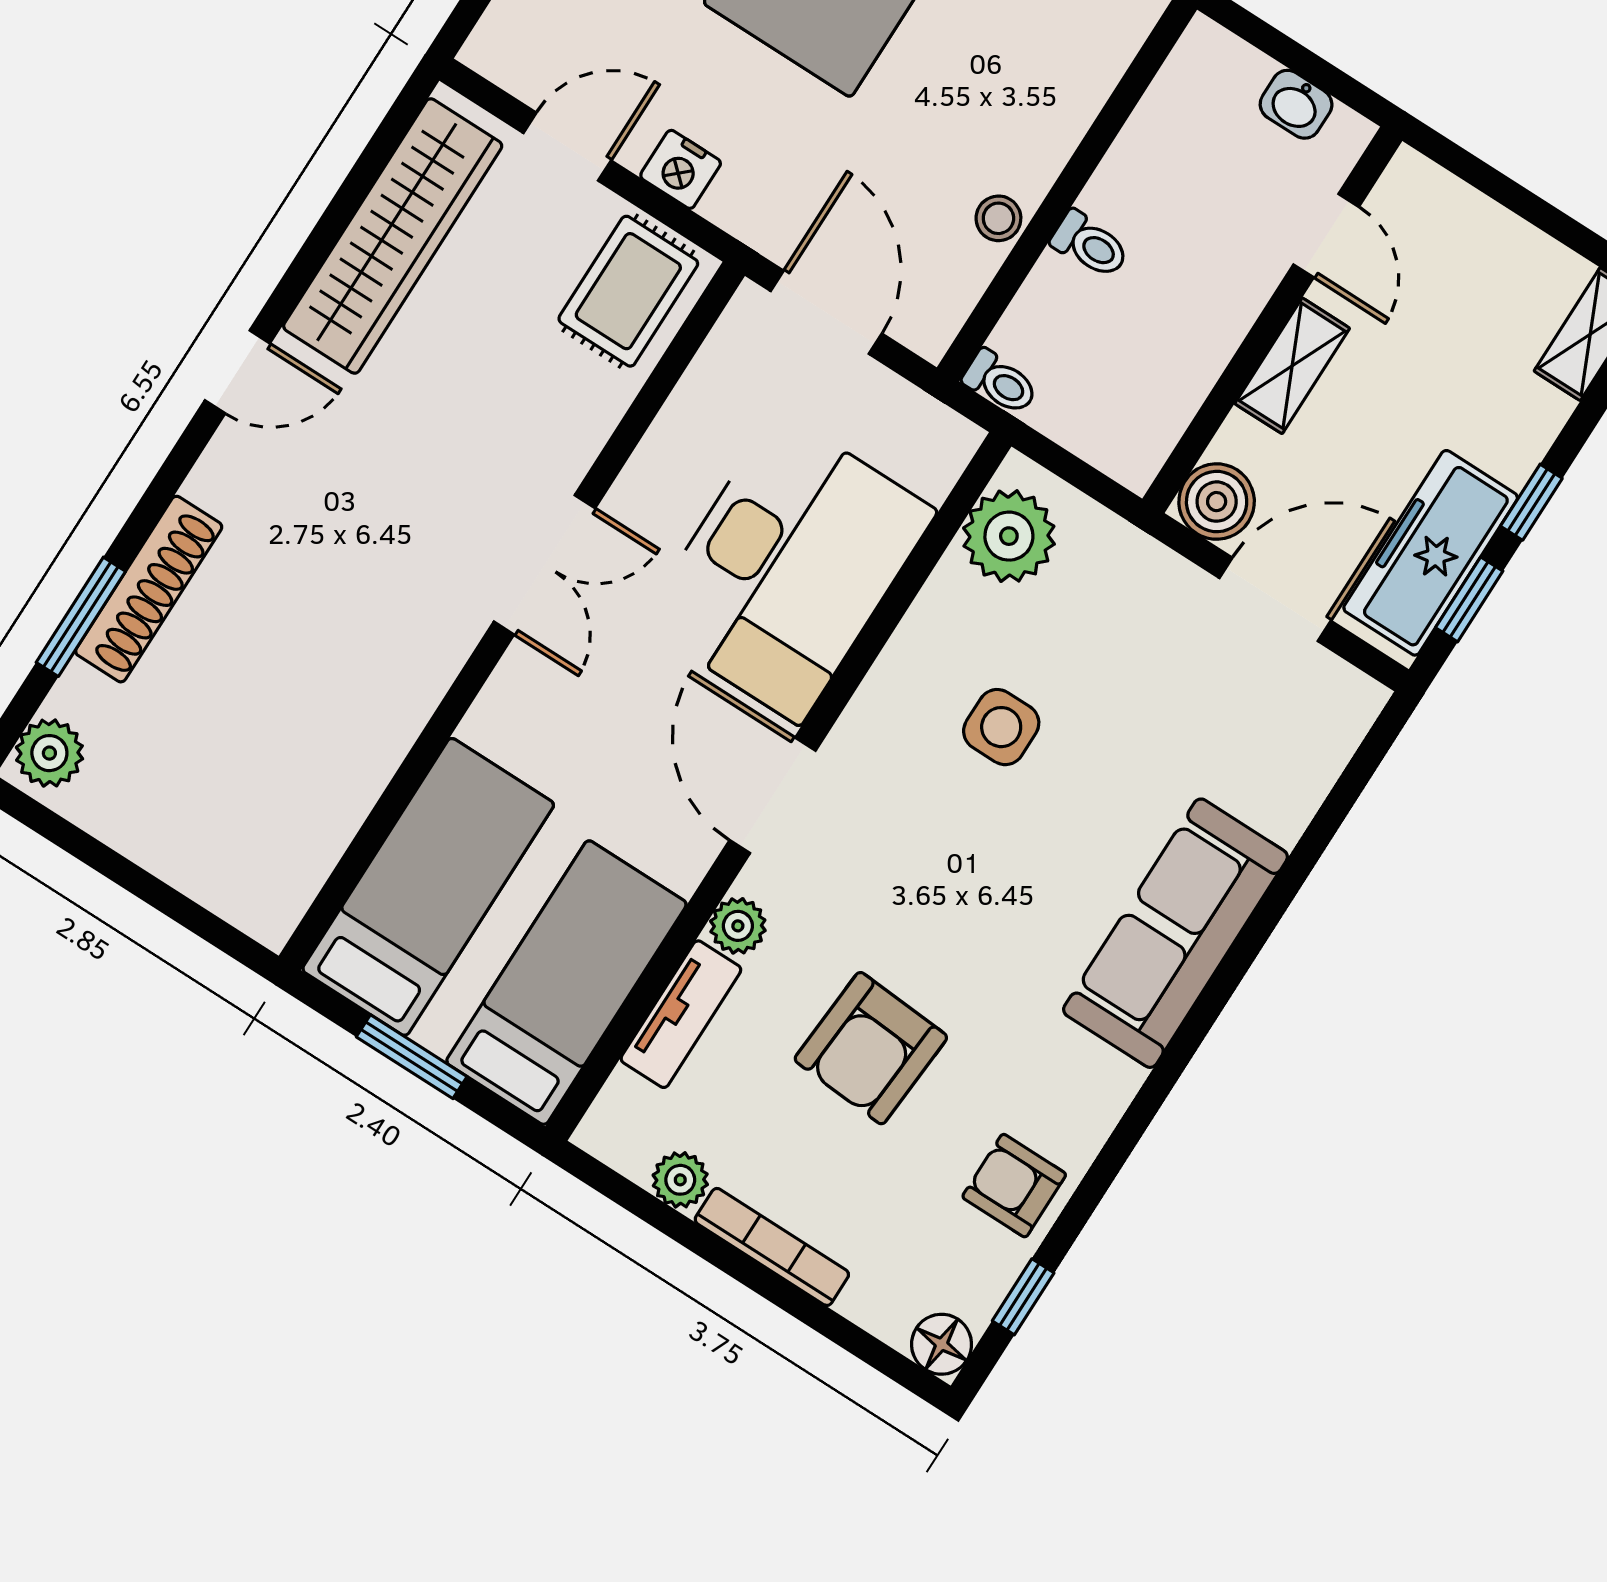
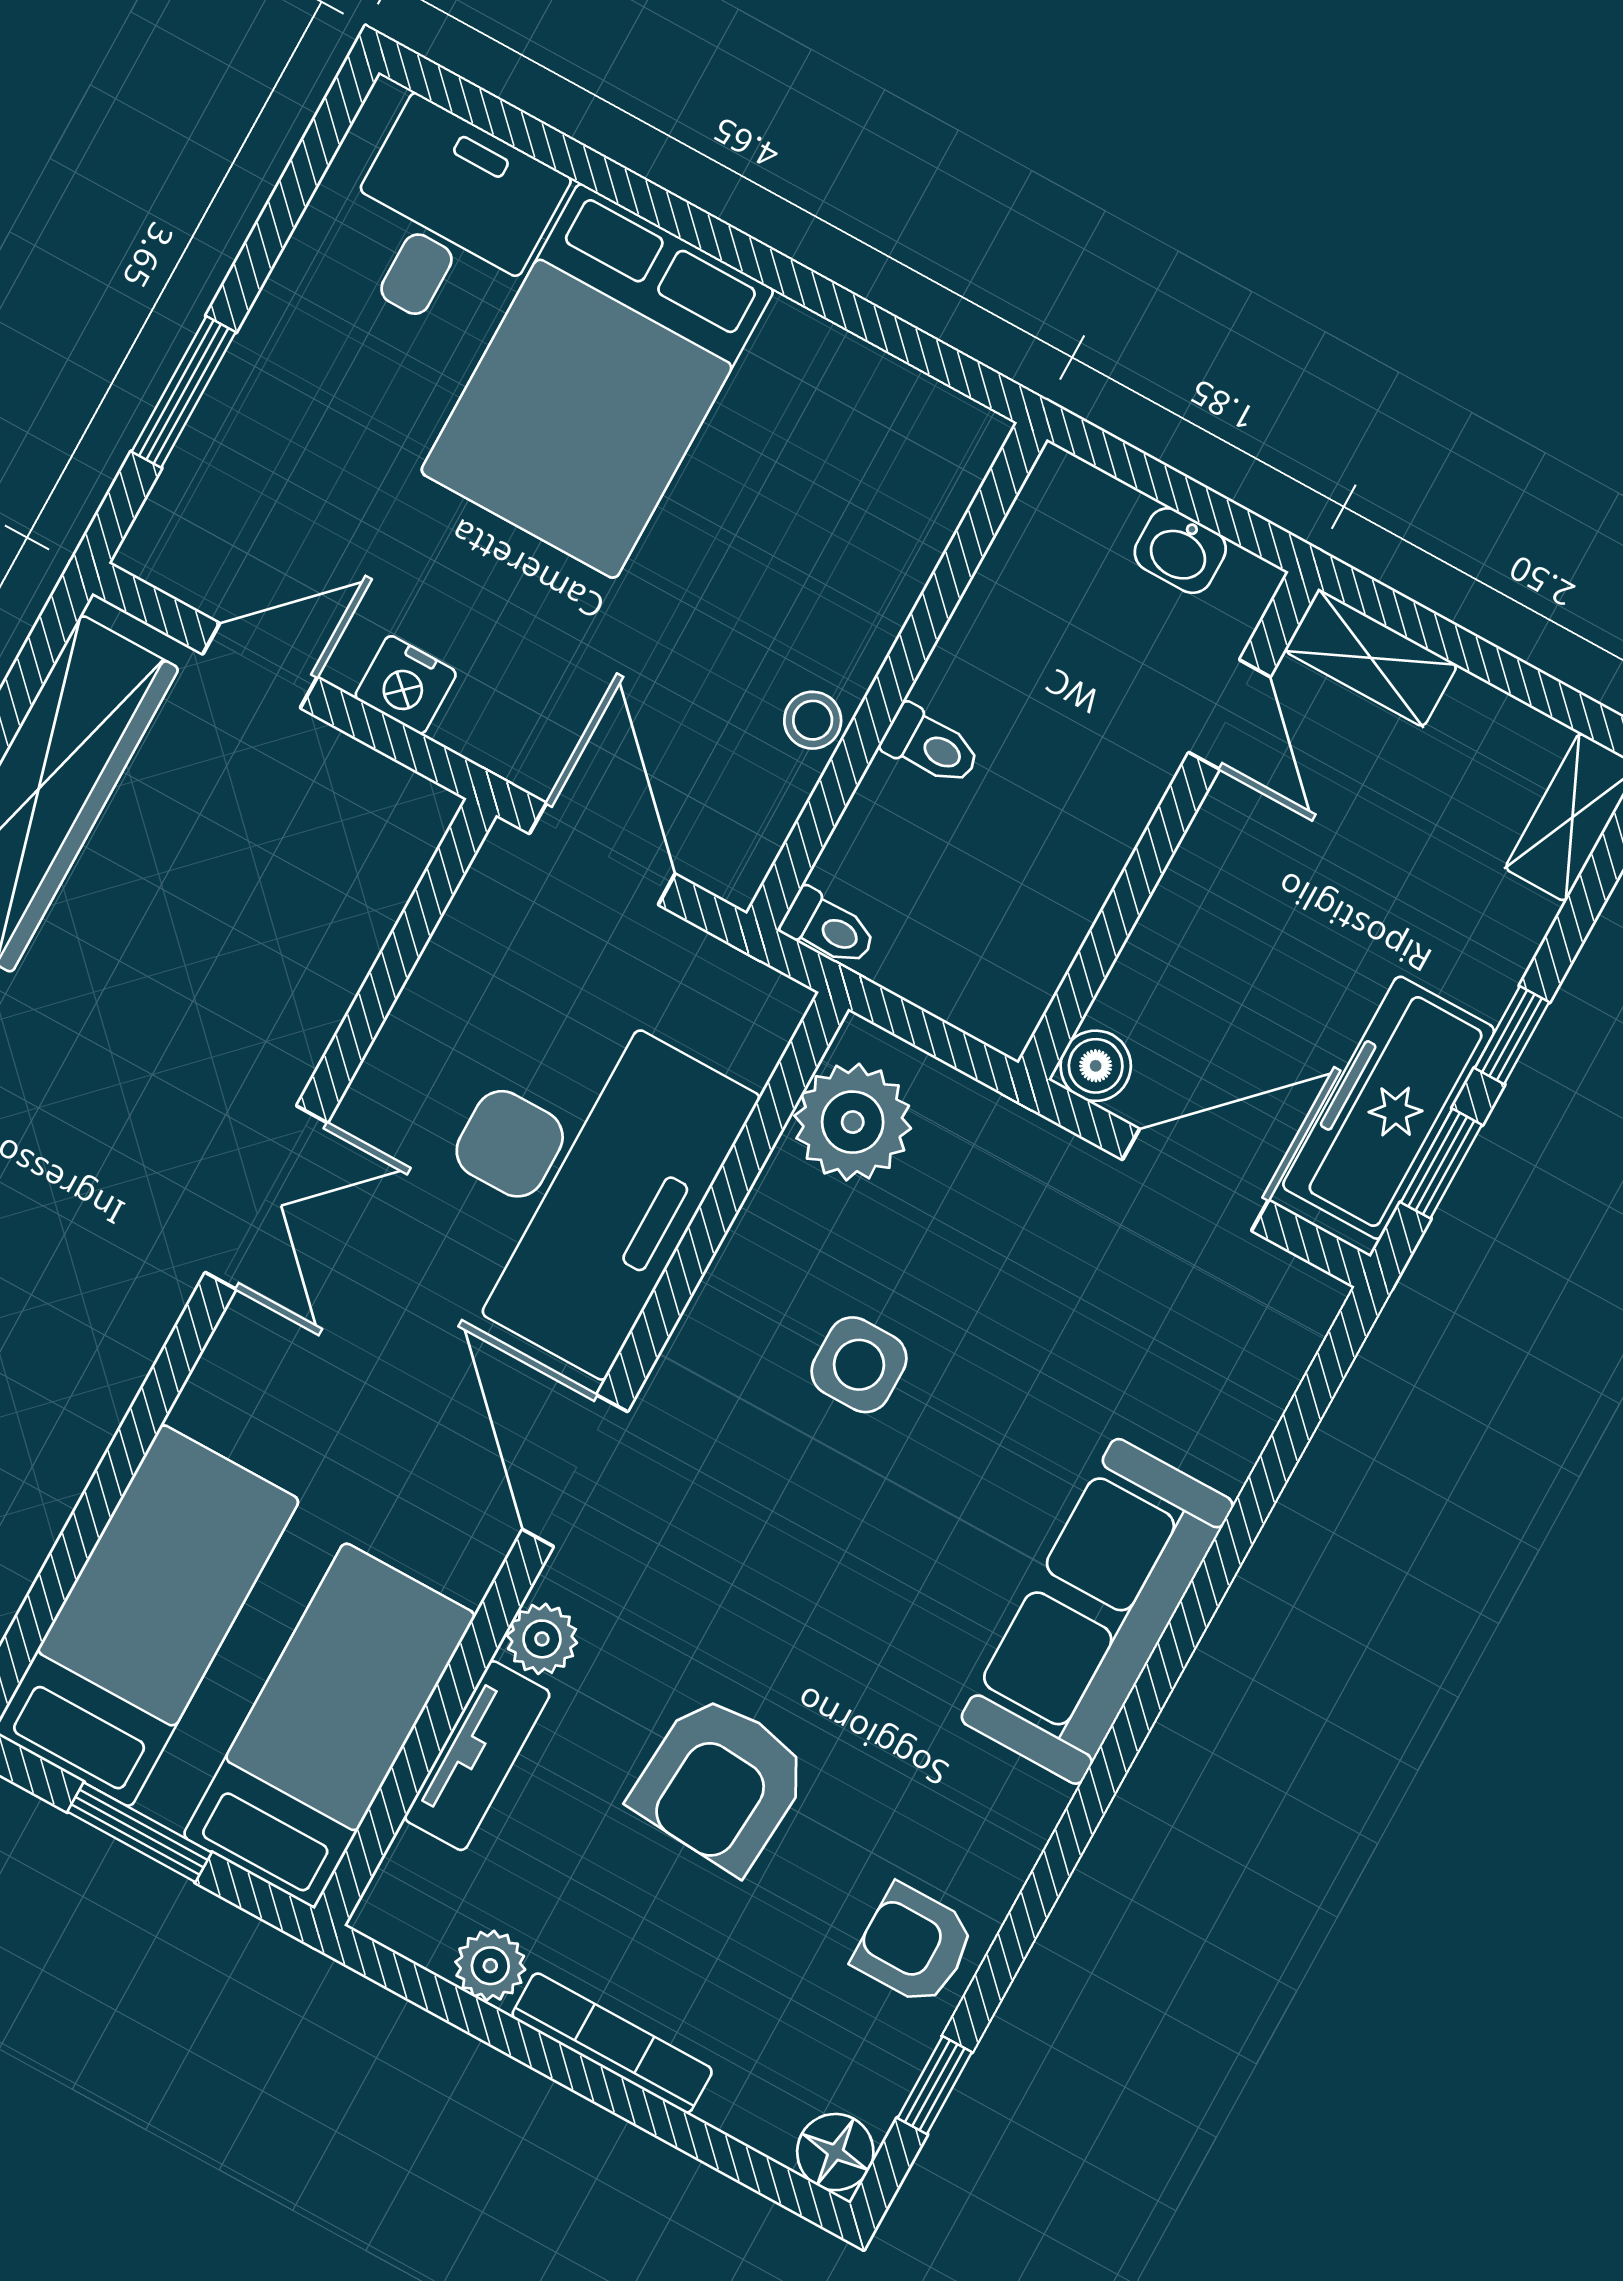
rug: (628, 291) -> (350, 844), removed
shelving: (1292, 366) -> (1371, 658), moved, turned 90
boiler: (1217, 502) -> (1096, 1066), width x0.73, depth x0.73

